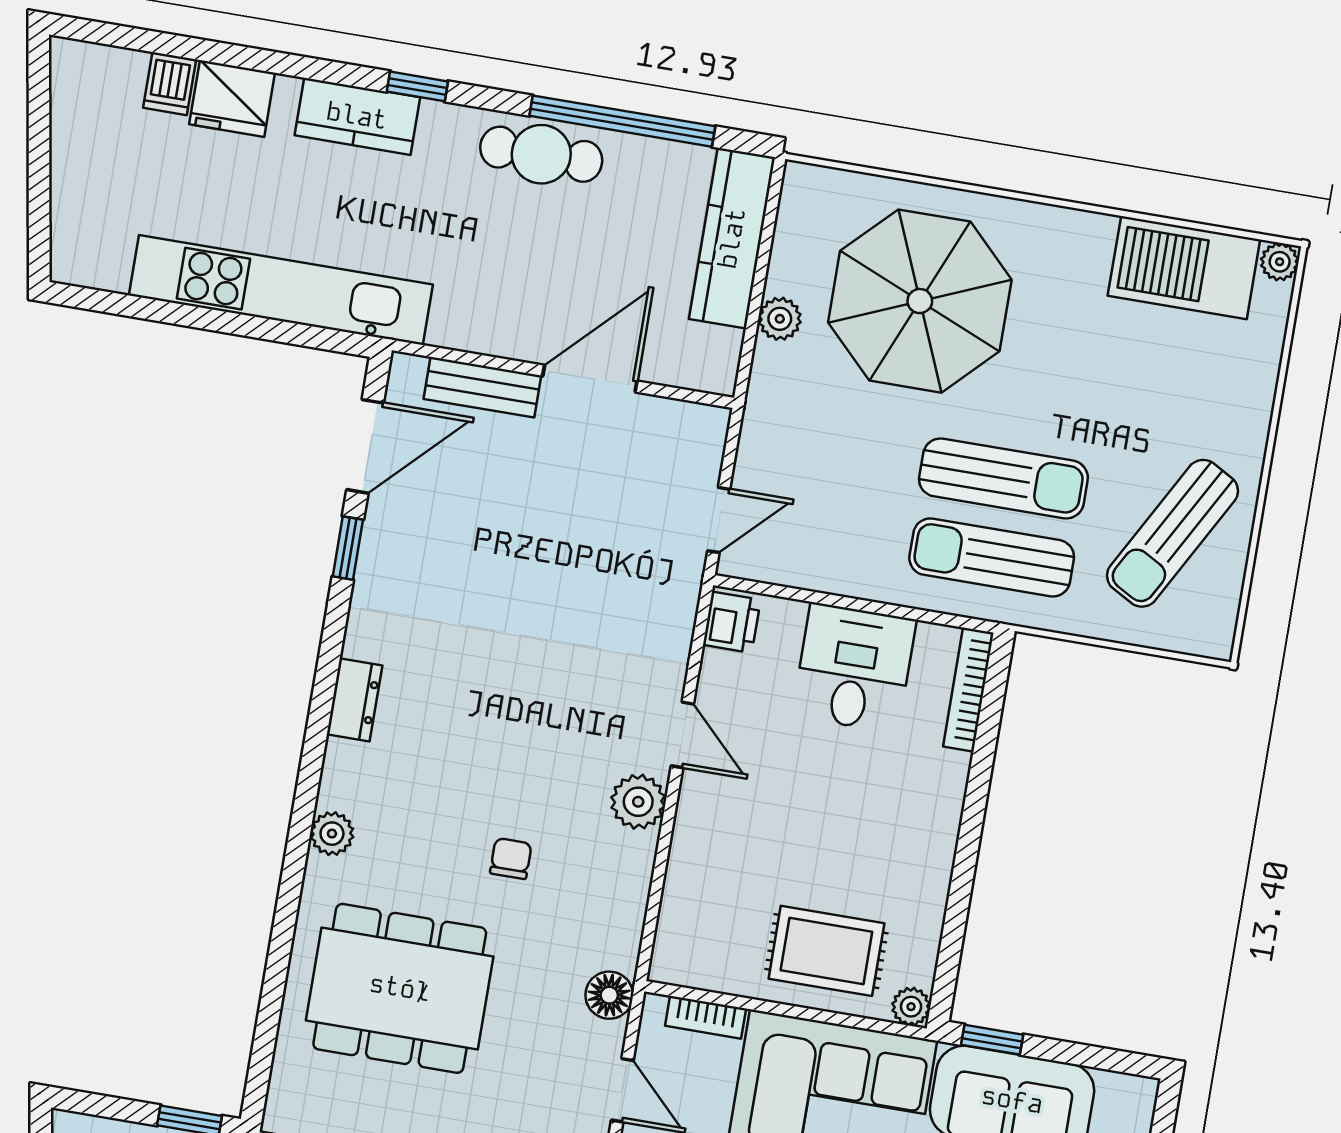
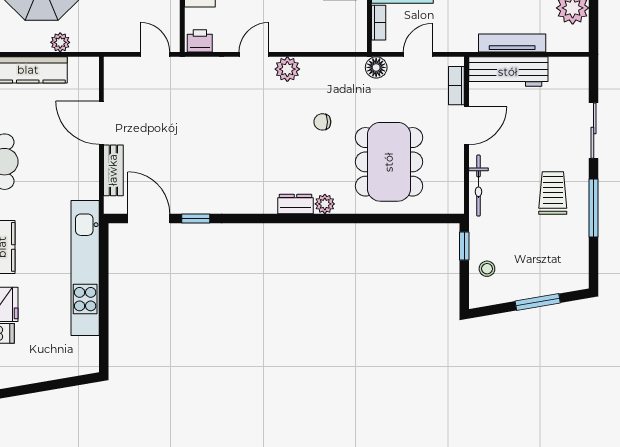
dresser: (355, 700) -> (296, 204), moved

